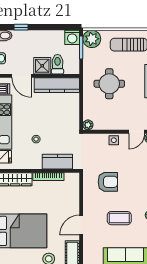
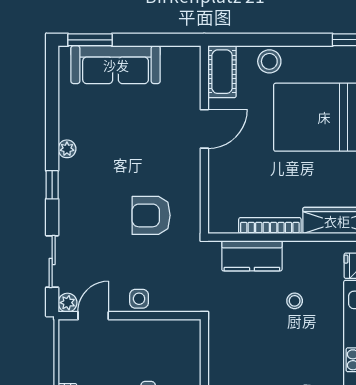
plant: (88, 125) -> (191, 329), removed
coffee table: (119, 218) -> (128, 143), removed

